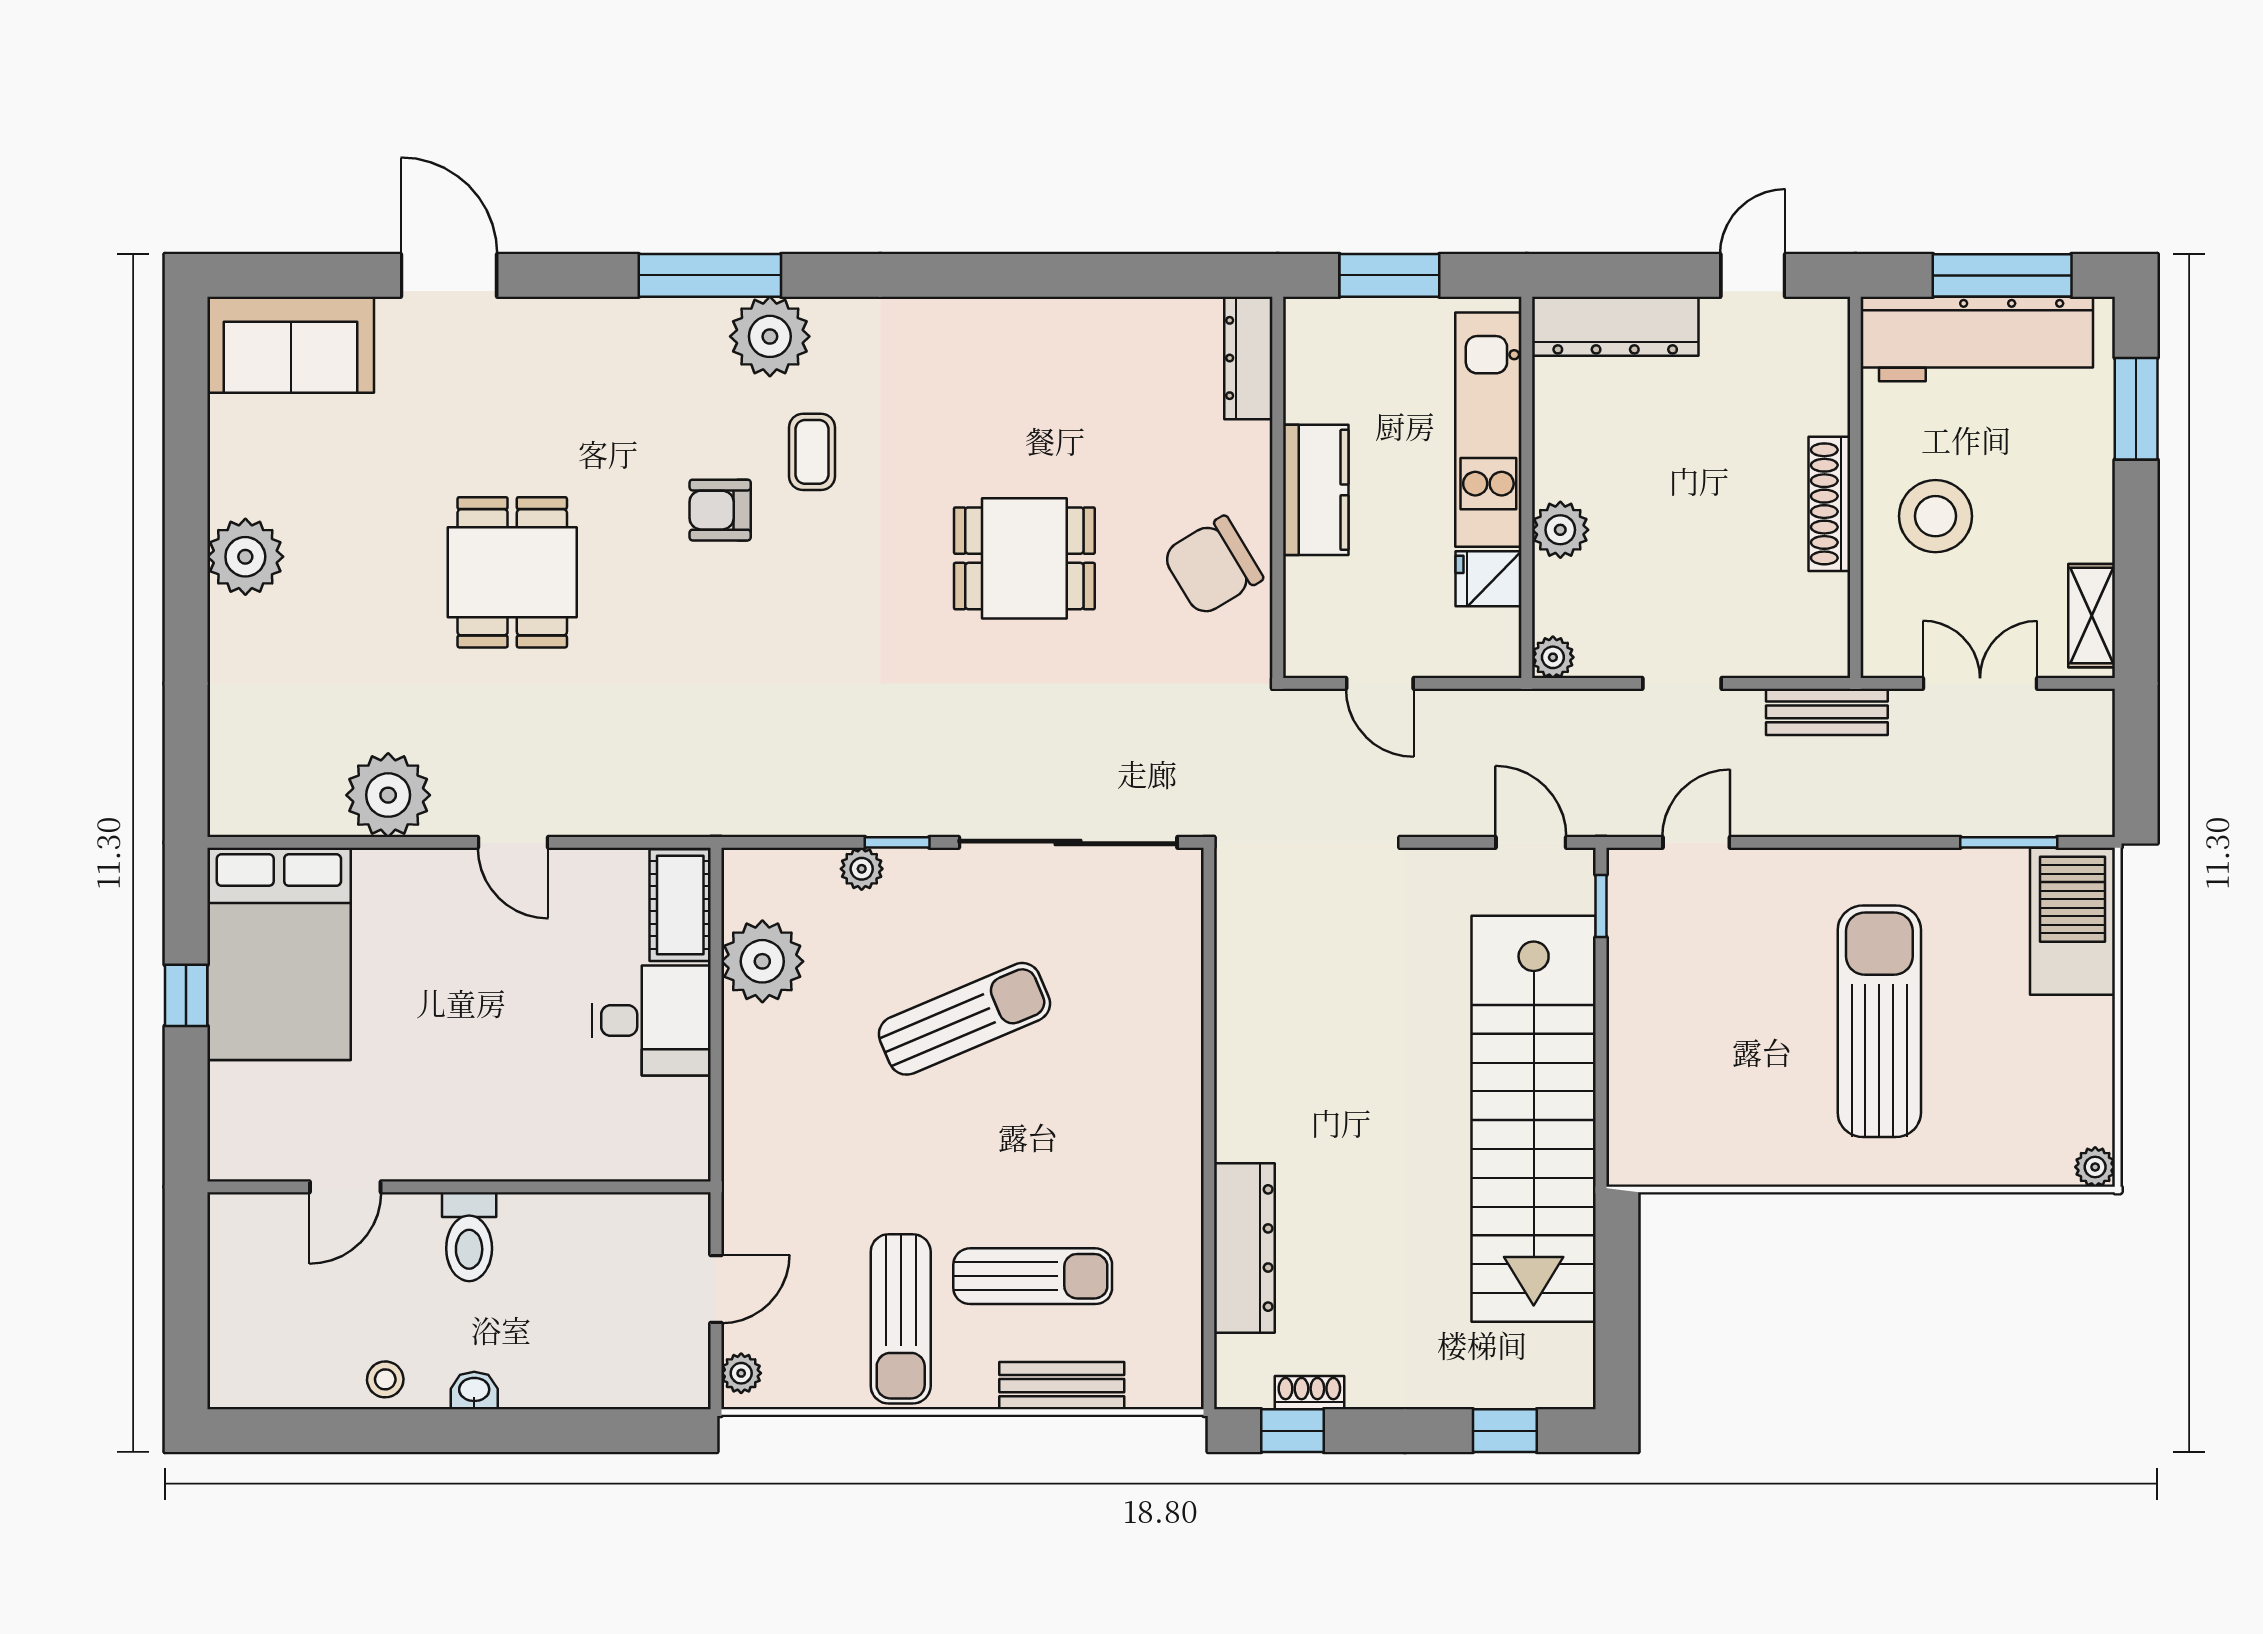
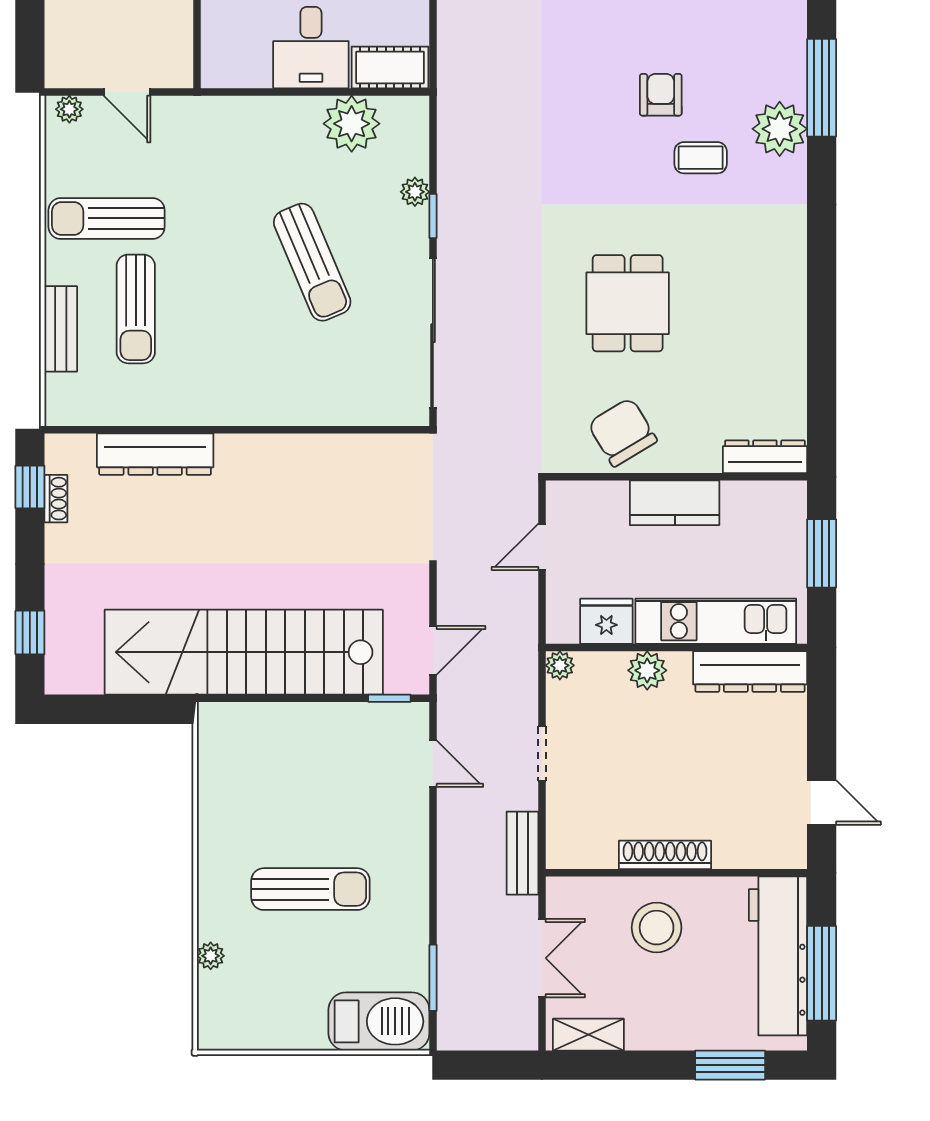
dresser: (1615, 326) -> (750, 671), moved, turned -90
fridge: (1489, 579) -> (606, 621), width x1.38
sun lounger: (1879, 1021) -> (310, 889), width x0.73, depth x0.75
plant: (2095, 1167) -> (211, 956), moved

